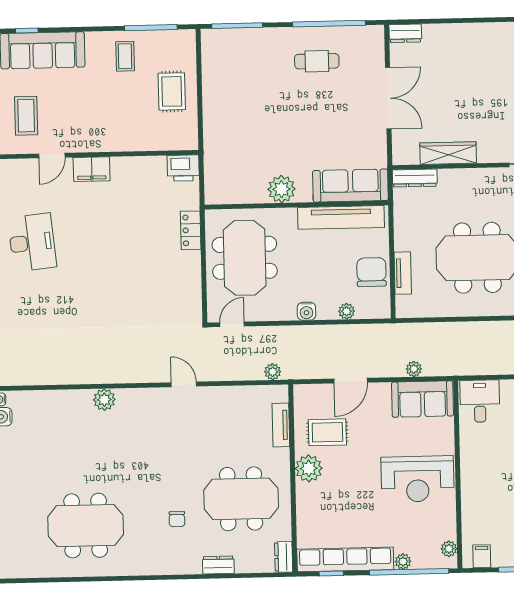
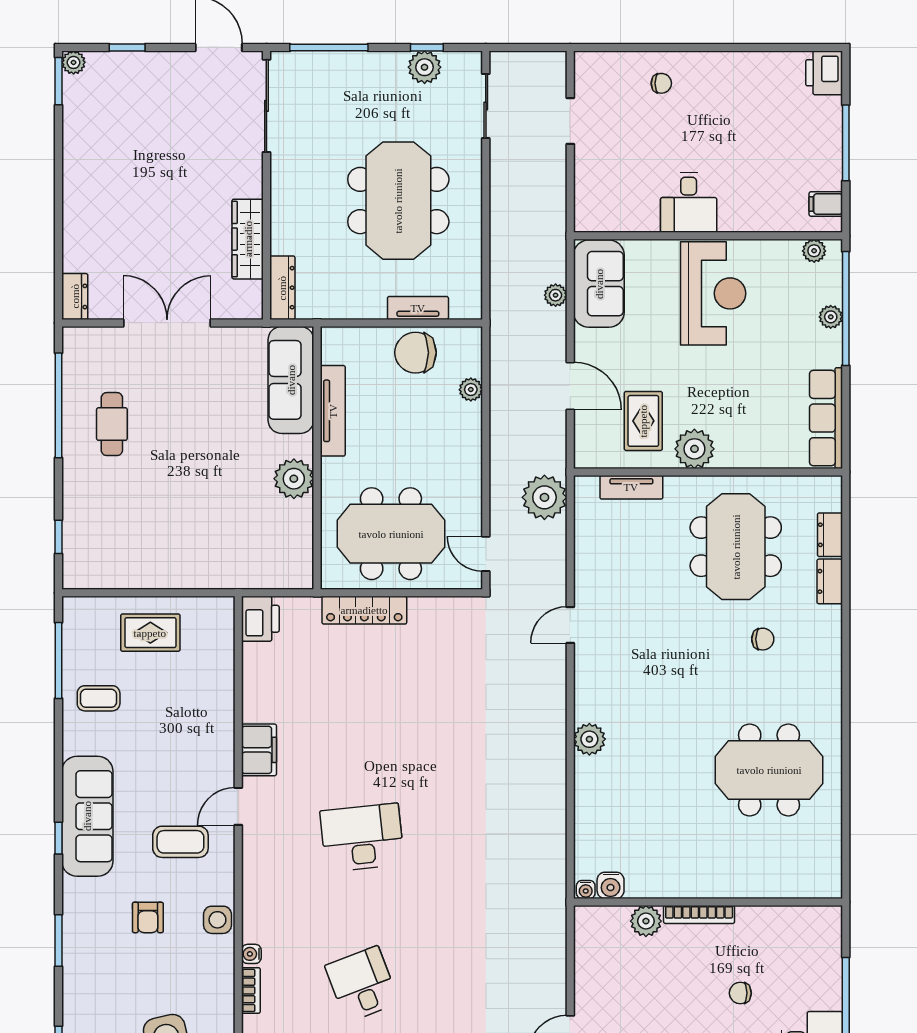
window: (237, 26) -> (58, 537), width x0.46
door: (52, 156) -> (238, 806), swing flipped
tv unit: (341, 217) -> (333, 411), width x0.73, depth x0.78
locker: (191, 230) -> (364, 610), width x1.53
water cooler: (306, 311) -> (469, 447), removed
plant: (273, 372) -> (544, 497), width x1.88, depth x1.88
desk: (480, 401) -> (689, 202), moved, turned -90
meeting table: (86, 526) -> (769, 770), turned 90
dresser: (284, 557) -> (830, 535), moved, turned 90
row of seats: (345, 559) -> (826, 418), width x0.73
window: (331, 574) -> (846, 420), removed

